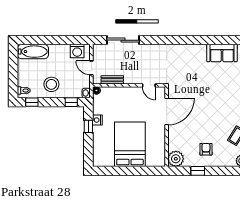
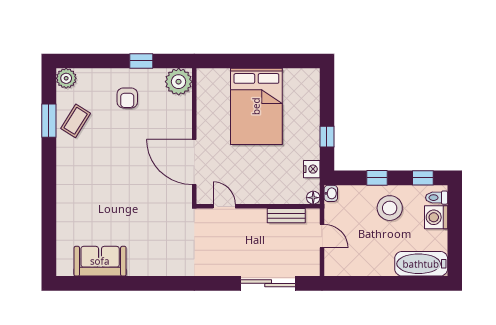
washing machine: (77, 51) -> (436, 217), moved, turned -90
window: (71, 102) -> (377, 178), moved
door: (167, 111) -> (194, 162), hinge flipped
nightstand: (97, 120) -> (312, 169), moved

